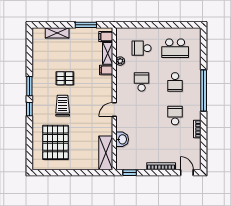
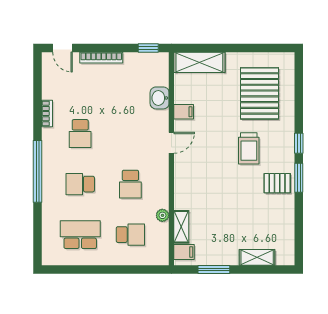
filing cabinet: (106, 70) -> (184, 112), moved
pallet: (65, 78) -> (277, 183), moved
school desk: (175, 82) -> (80, 184), turned -90
shelving: (106, 153) -> (199, 62), moved, turned 90

